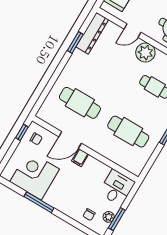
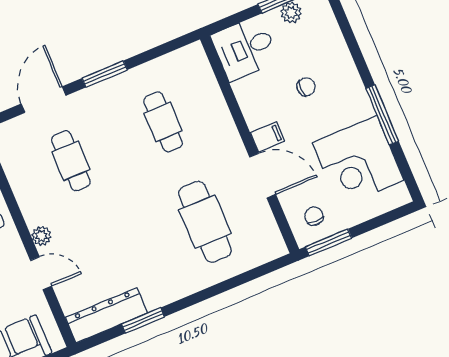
plant: (145, 53) -> (42, 236), width x0.53, depth x0.53
window: (22, 132) -> (329, 242), width x1.50
cafe table: (128, 132) -> (163, 122), width x0.73, depth x0.74
chair: (89, 215) -> (306, 87), moved

